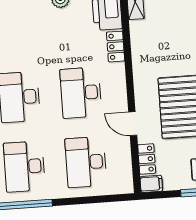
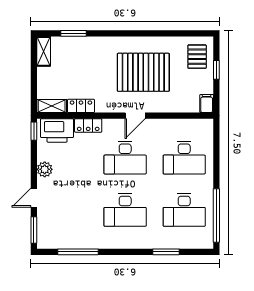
door: (133, 124) -> (135, 116), moved
locker: (147, 159) -> (81, 106), moved

